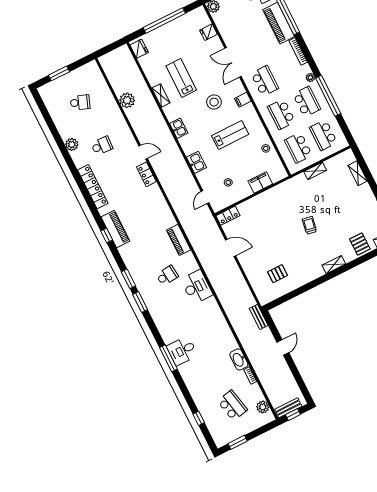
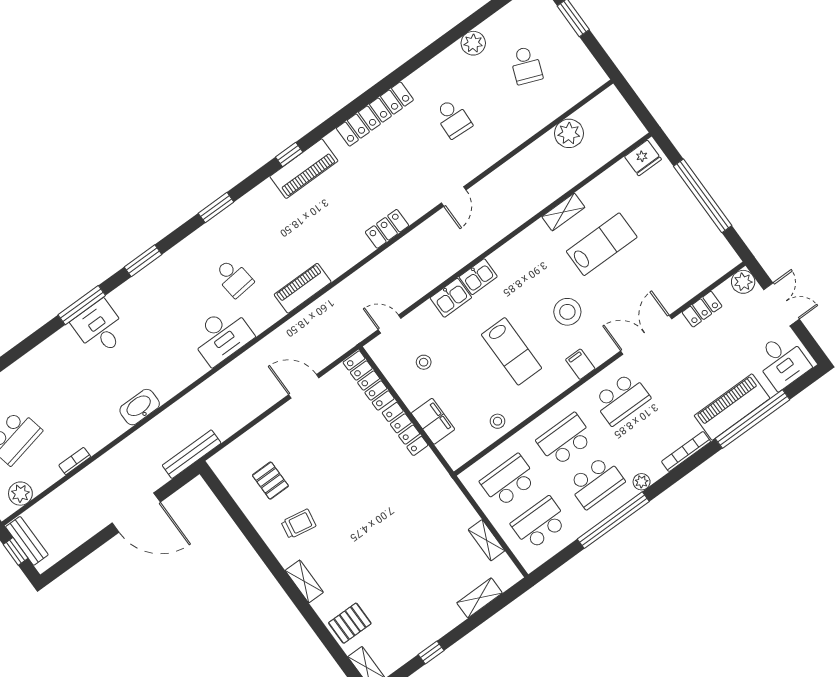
locker: (224, 31) -> (702, 309), added
fridge: (208, 32) -> (694, 281), removed
plant: (127, 100) -> (569, 133), moved
kitchen sink: (179, 128) -> (478, 277), moved
plant: (72, 144) -> (473, 43), moved
shelving: (315, 171) -> (486, 540), moved
locker: (146, 174) -> (387, 229), moved
locker: (262, 198) -> (405, 429), added
locker: (228, 216) -> (369, 380), width x1.53
trolley: (309, 225) -> (299, 524), moved
door: (231, 248) -> (304, 386), swing flipped
window: (140, 302) -> (143, 261), moved
bench: (259, 317) -> (192, 454), width x1.36
door: (283, 347) -> (136, 513), width x1.87
washbasin: (239, 359) -> (140, 407), moved

